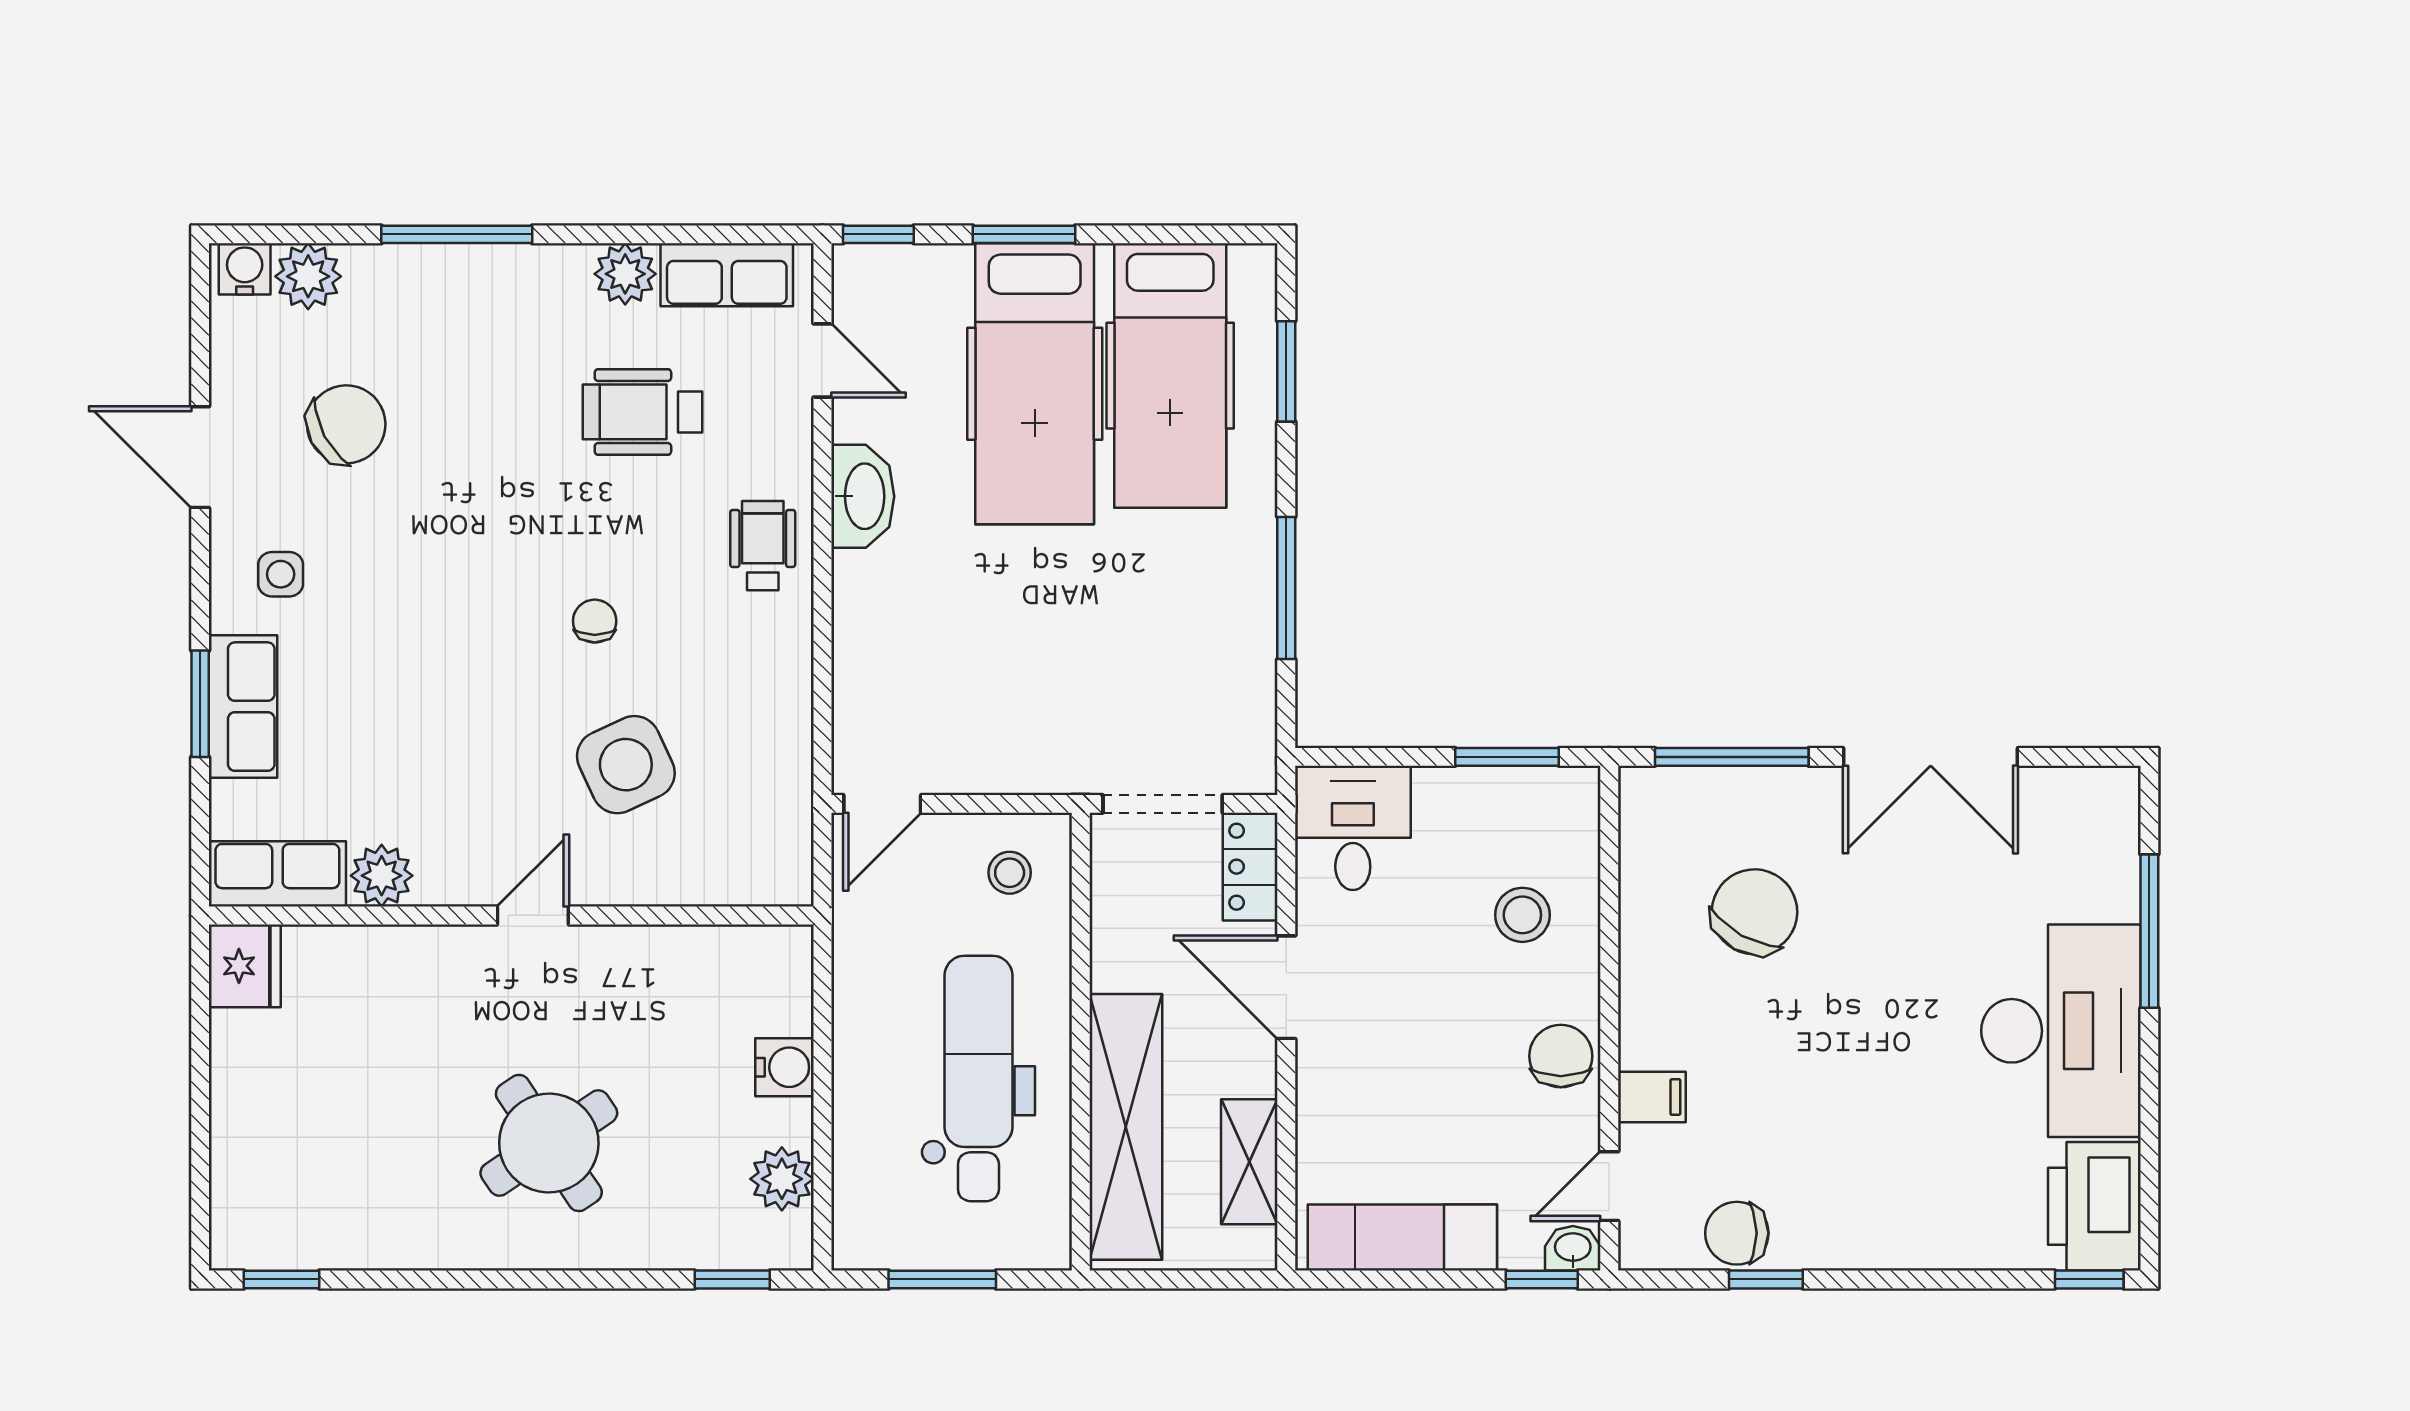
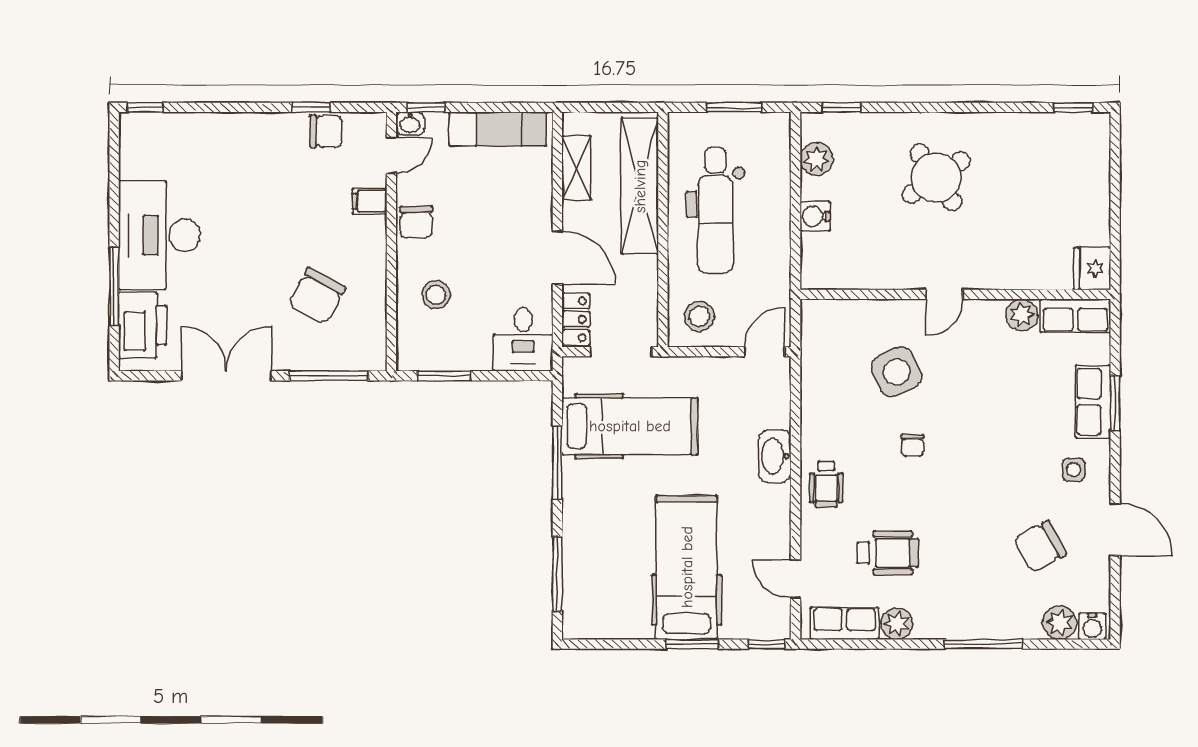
window: (1286, 371) -> (557, 574), width x1.44
hospital bed: (1170, 376) -> (630, 426), moved, turned 90
washbasin: (863, 496) -> (775, 456), moved
stool: (1010, 873) -> (699, 316), width x1.37, depth x1.37
printer: (2094, 1206) -> (142, 325), moved

